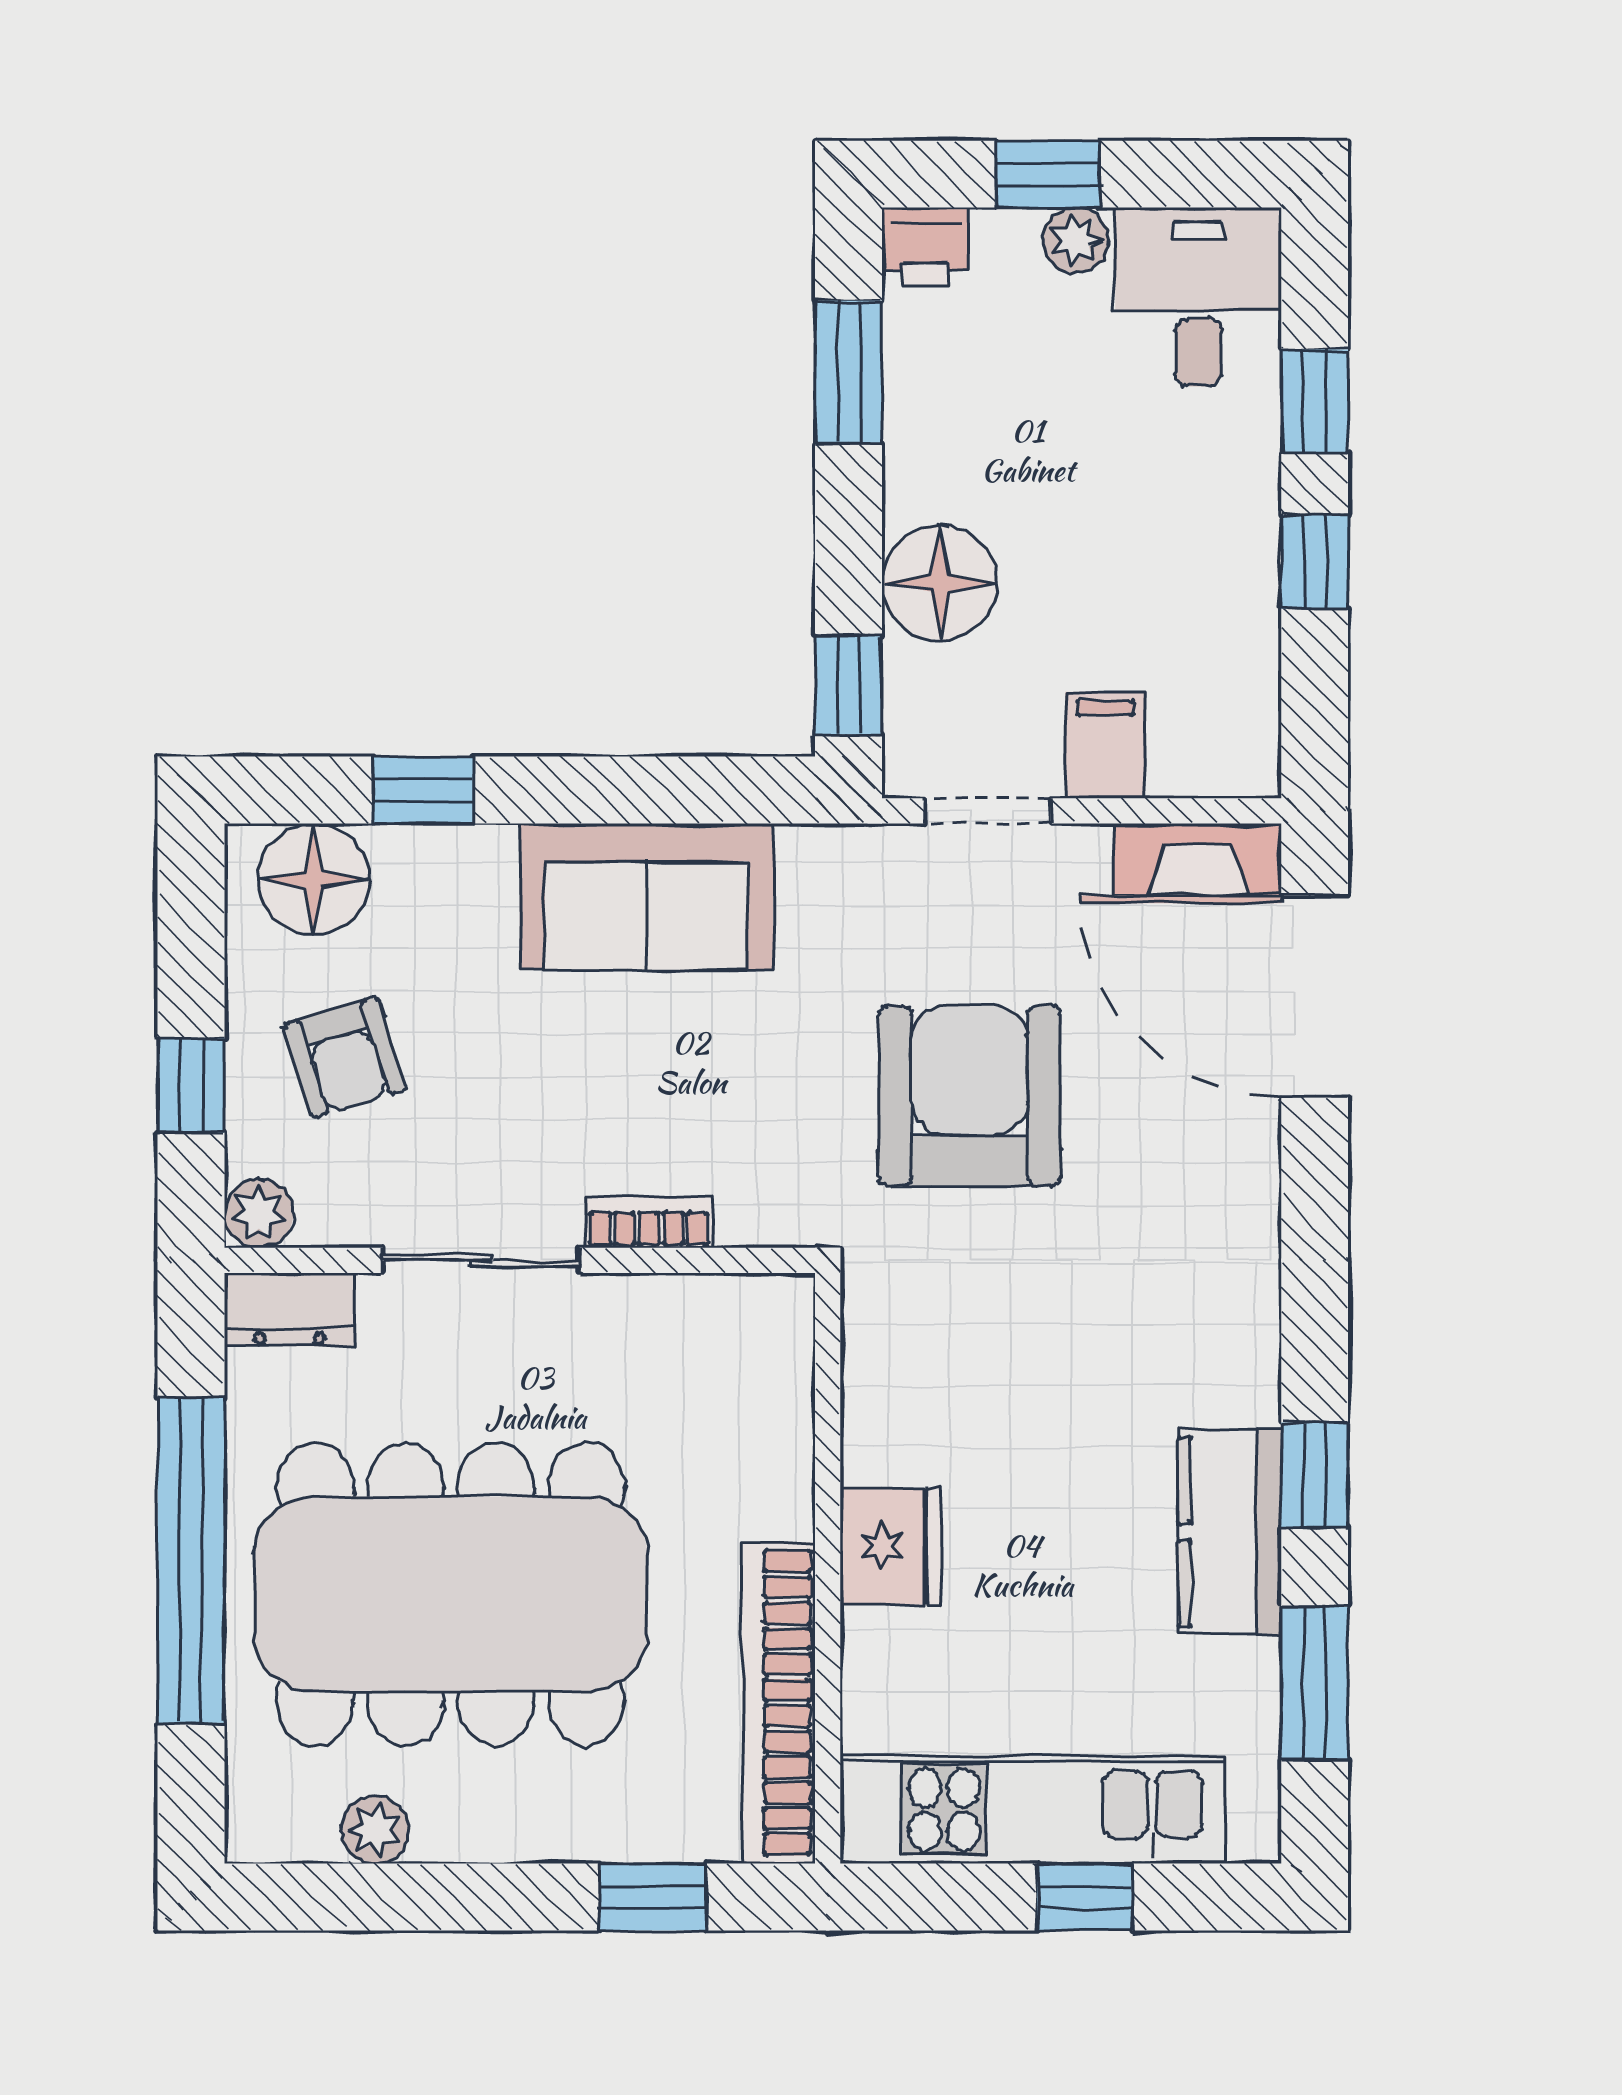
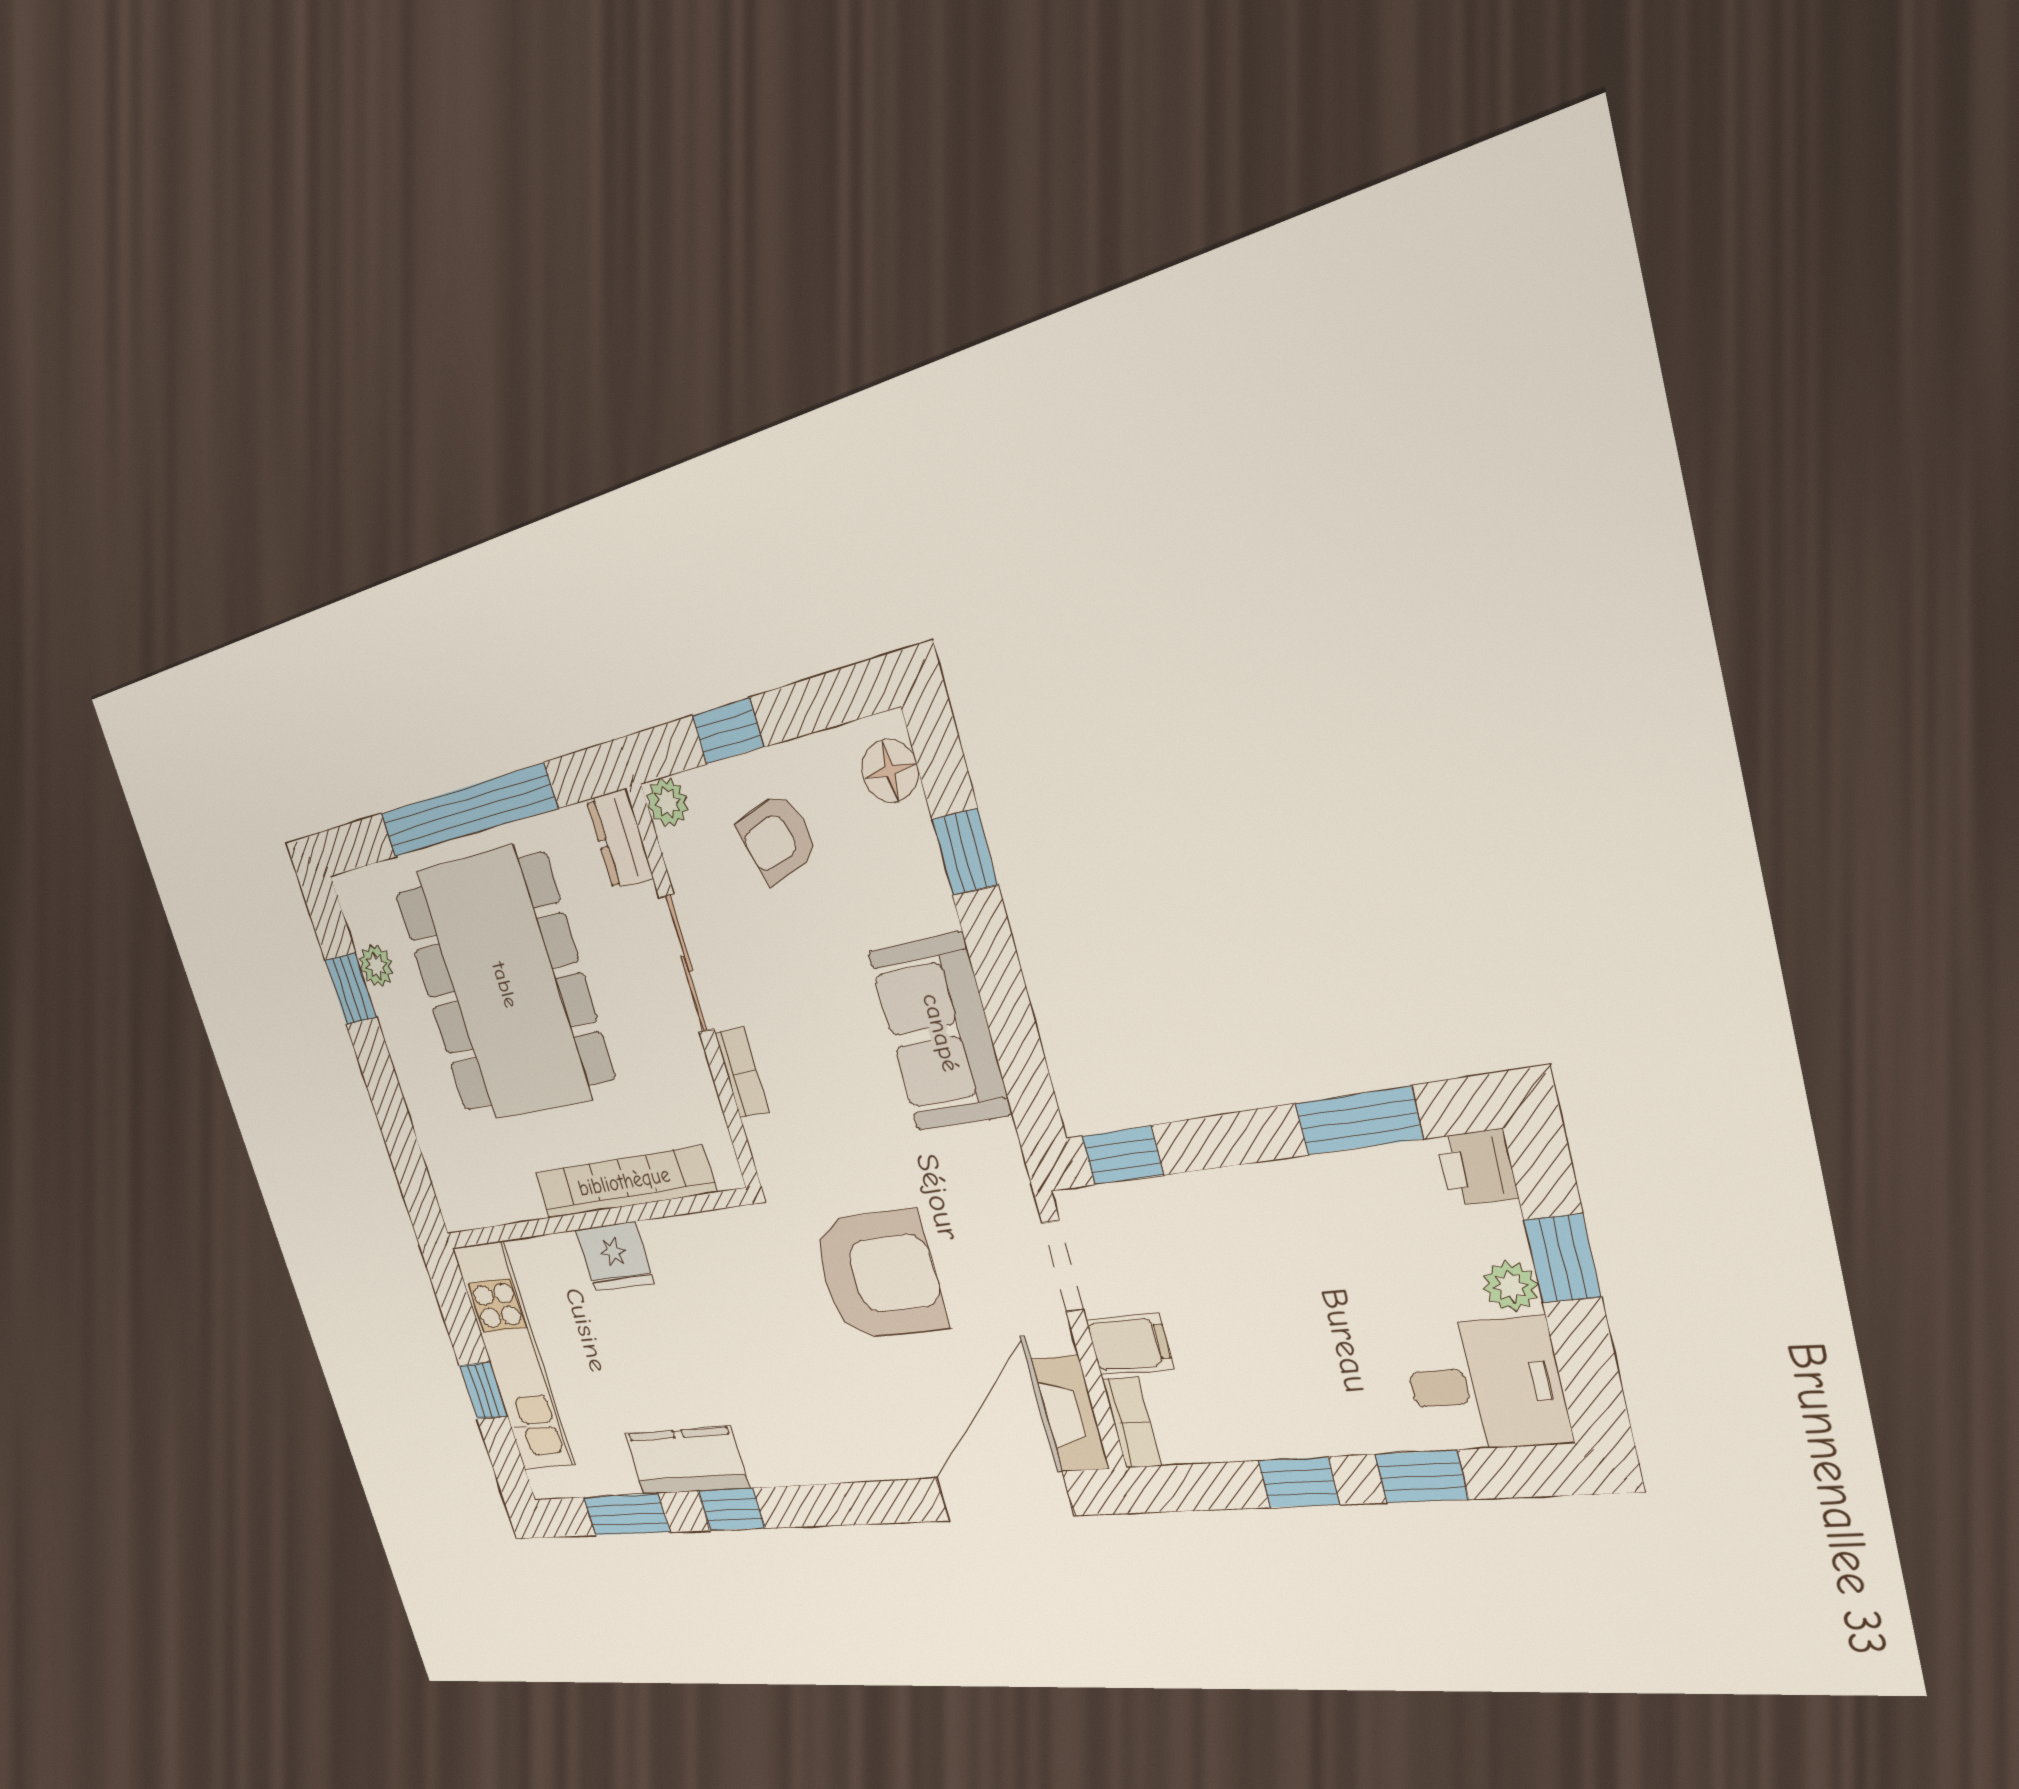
floor lamp: (940, 583) -> (1214, 1213), removed
bookcase: (1217, 772) -> (1132, 1423), added
floor lamp: (314, 879) -> (890, 771), width x0.73, depth x0.73
bookcase: (779, 1703) -> (624, 1182), moved
window: (653, 1897) -> (351, 989), moved

